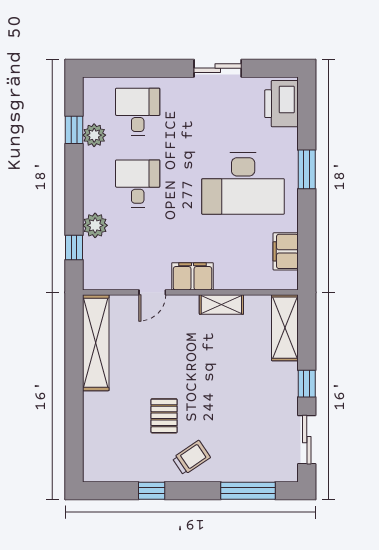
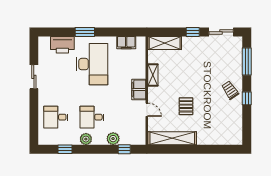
printer: (281, 104) -> (62, 45), moved
plant: (94, 135) -> (86, 139), moved
pallet: (164, 416) -> (186, 106), moved, turned 90
window: (152, 491) -> (247, 98), moved

